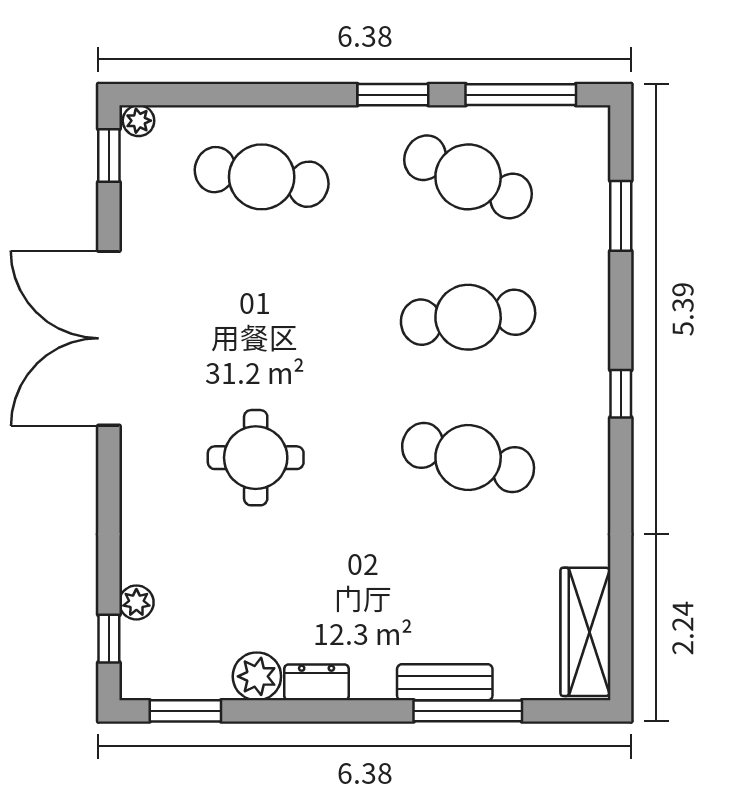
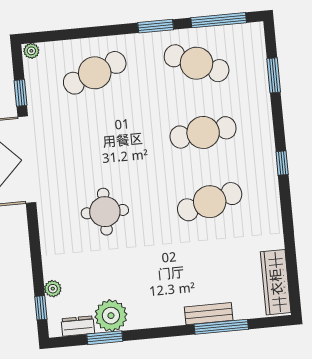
window: (109, 155) -> (21, 93), moved
cafe table: (262, 177) -> (95, 73), turned -30
cafe table: (468, 457) -> (210, 202), turned -30
plant: (257, 676) -> (111, 316), width x1.36, depth x1.36
dresser: (317, 682) -> (78, 326), moved
window: (185, 711) -> (105, 338), moved

